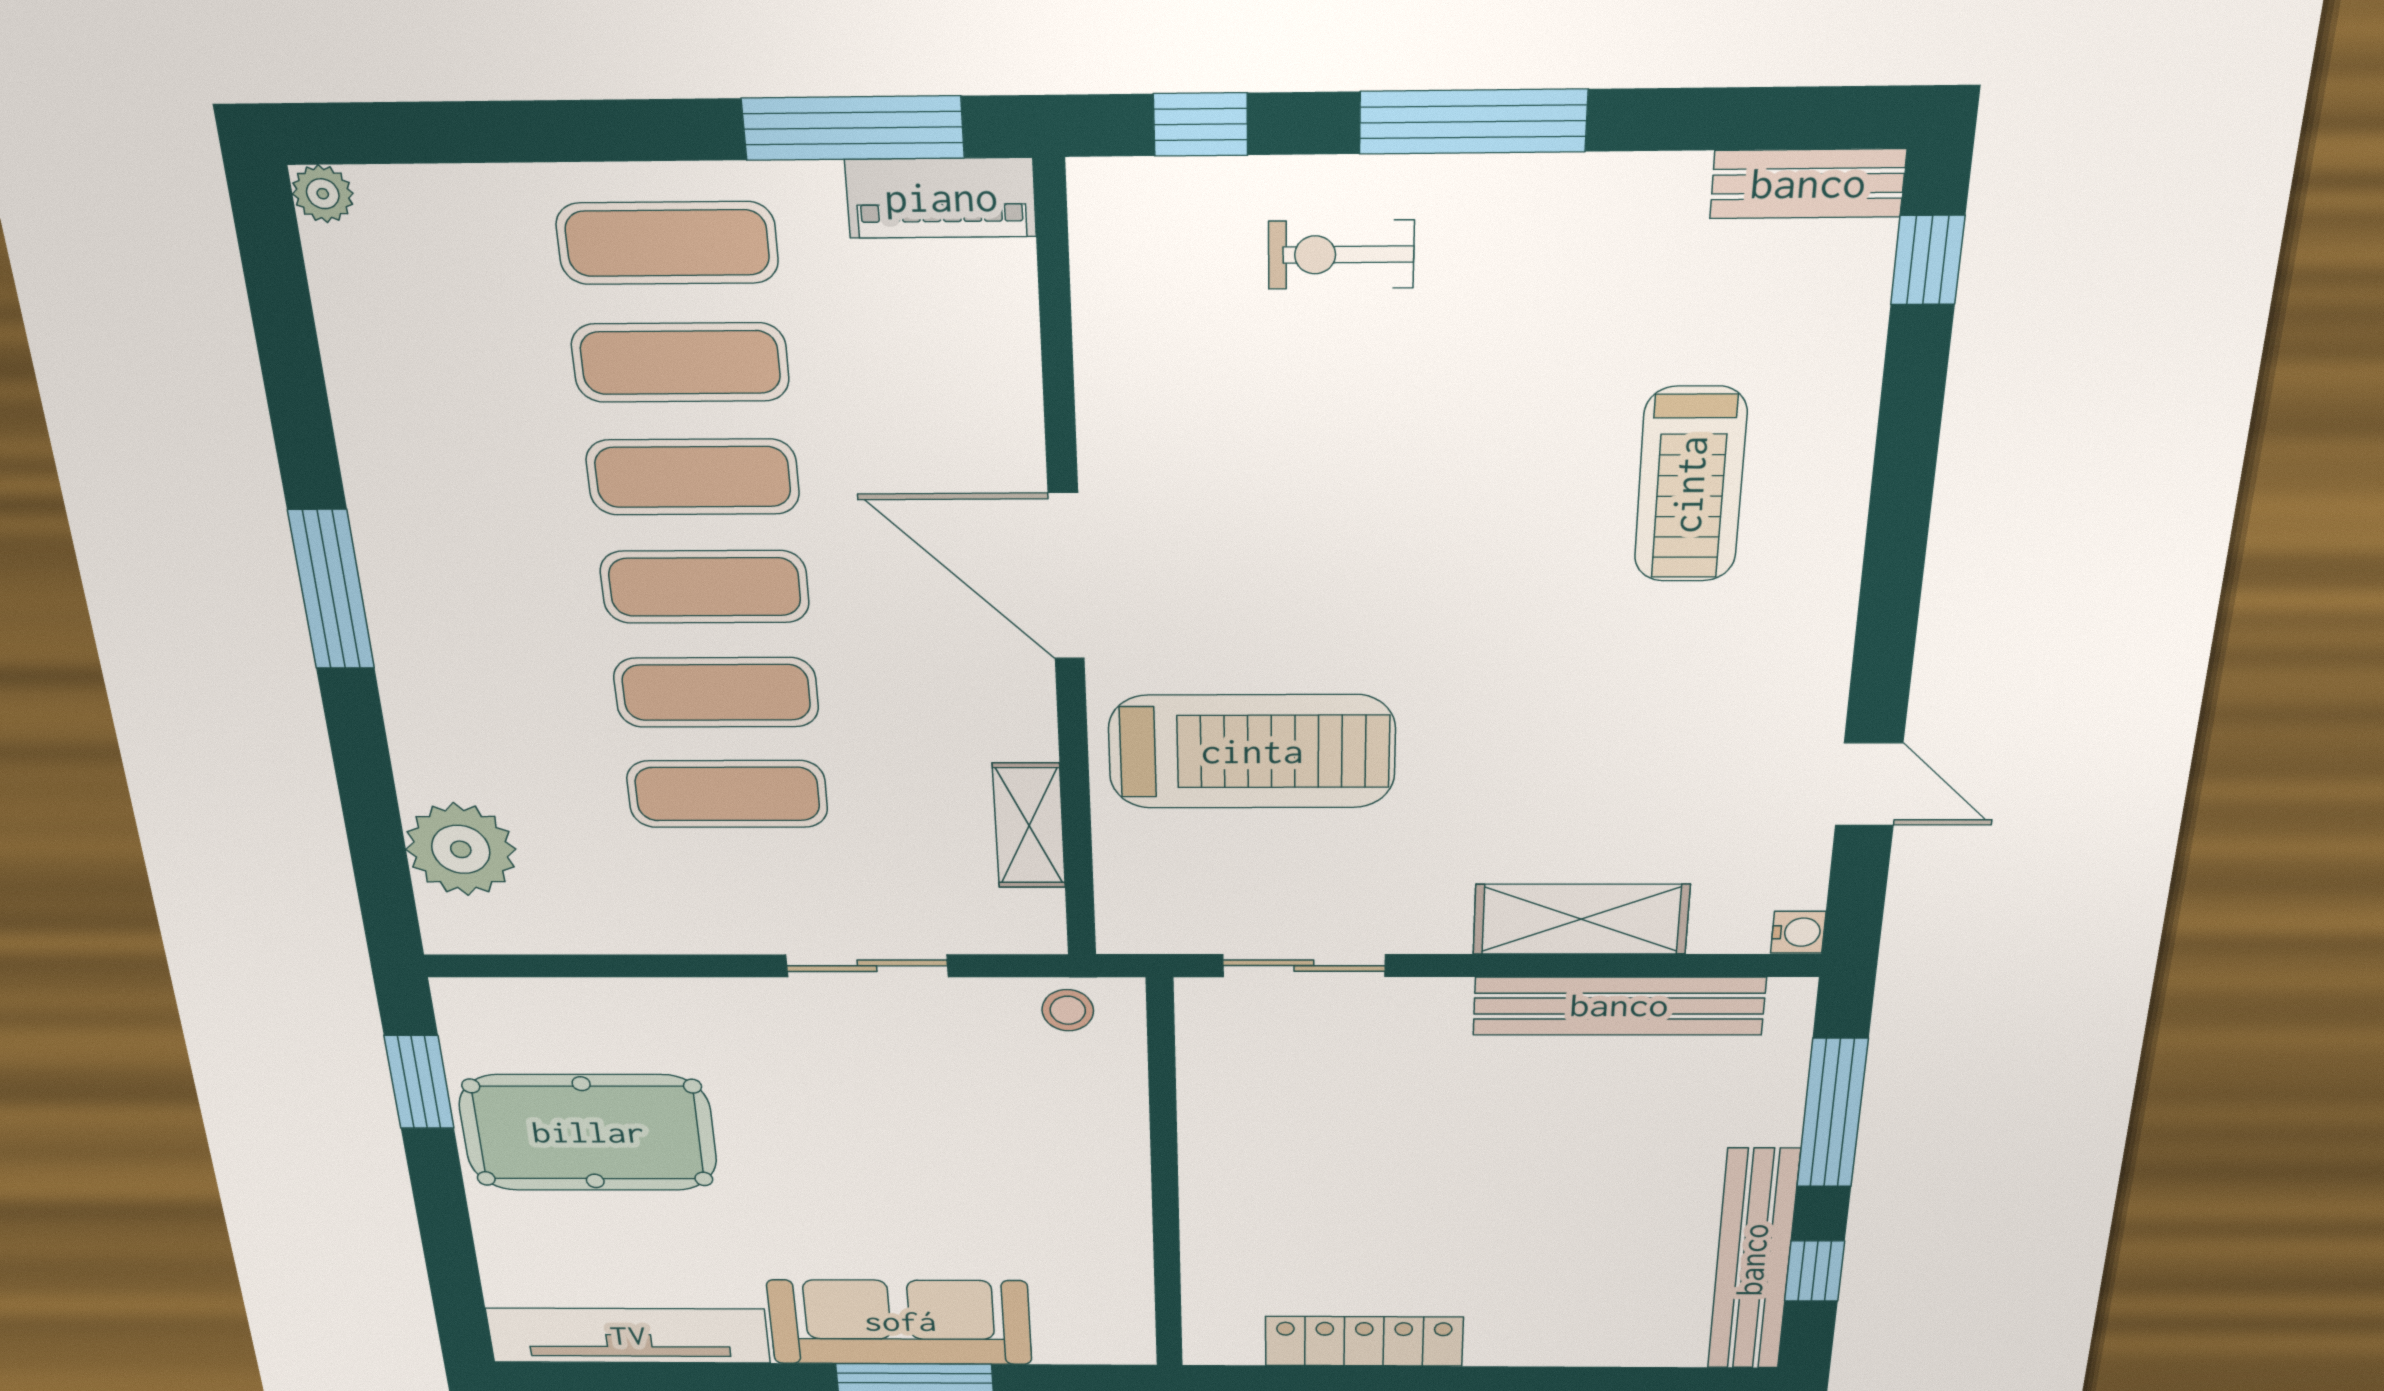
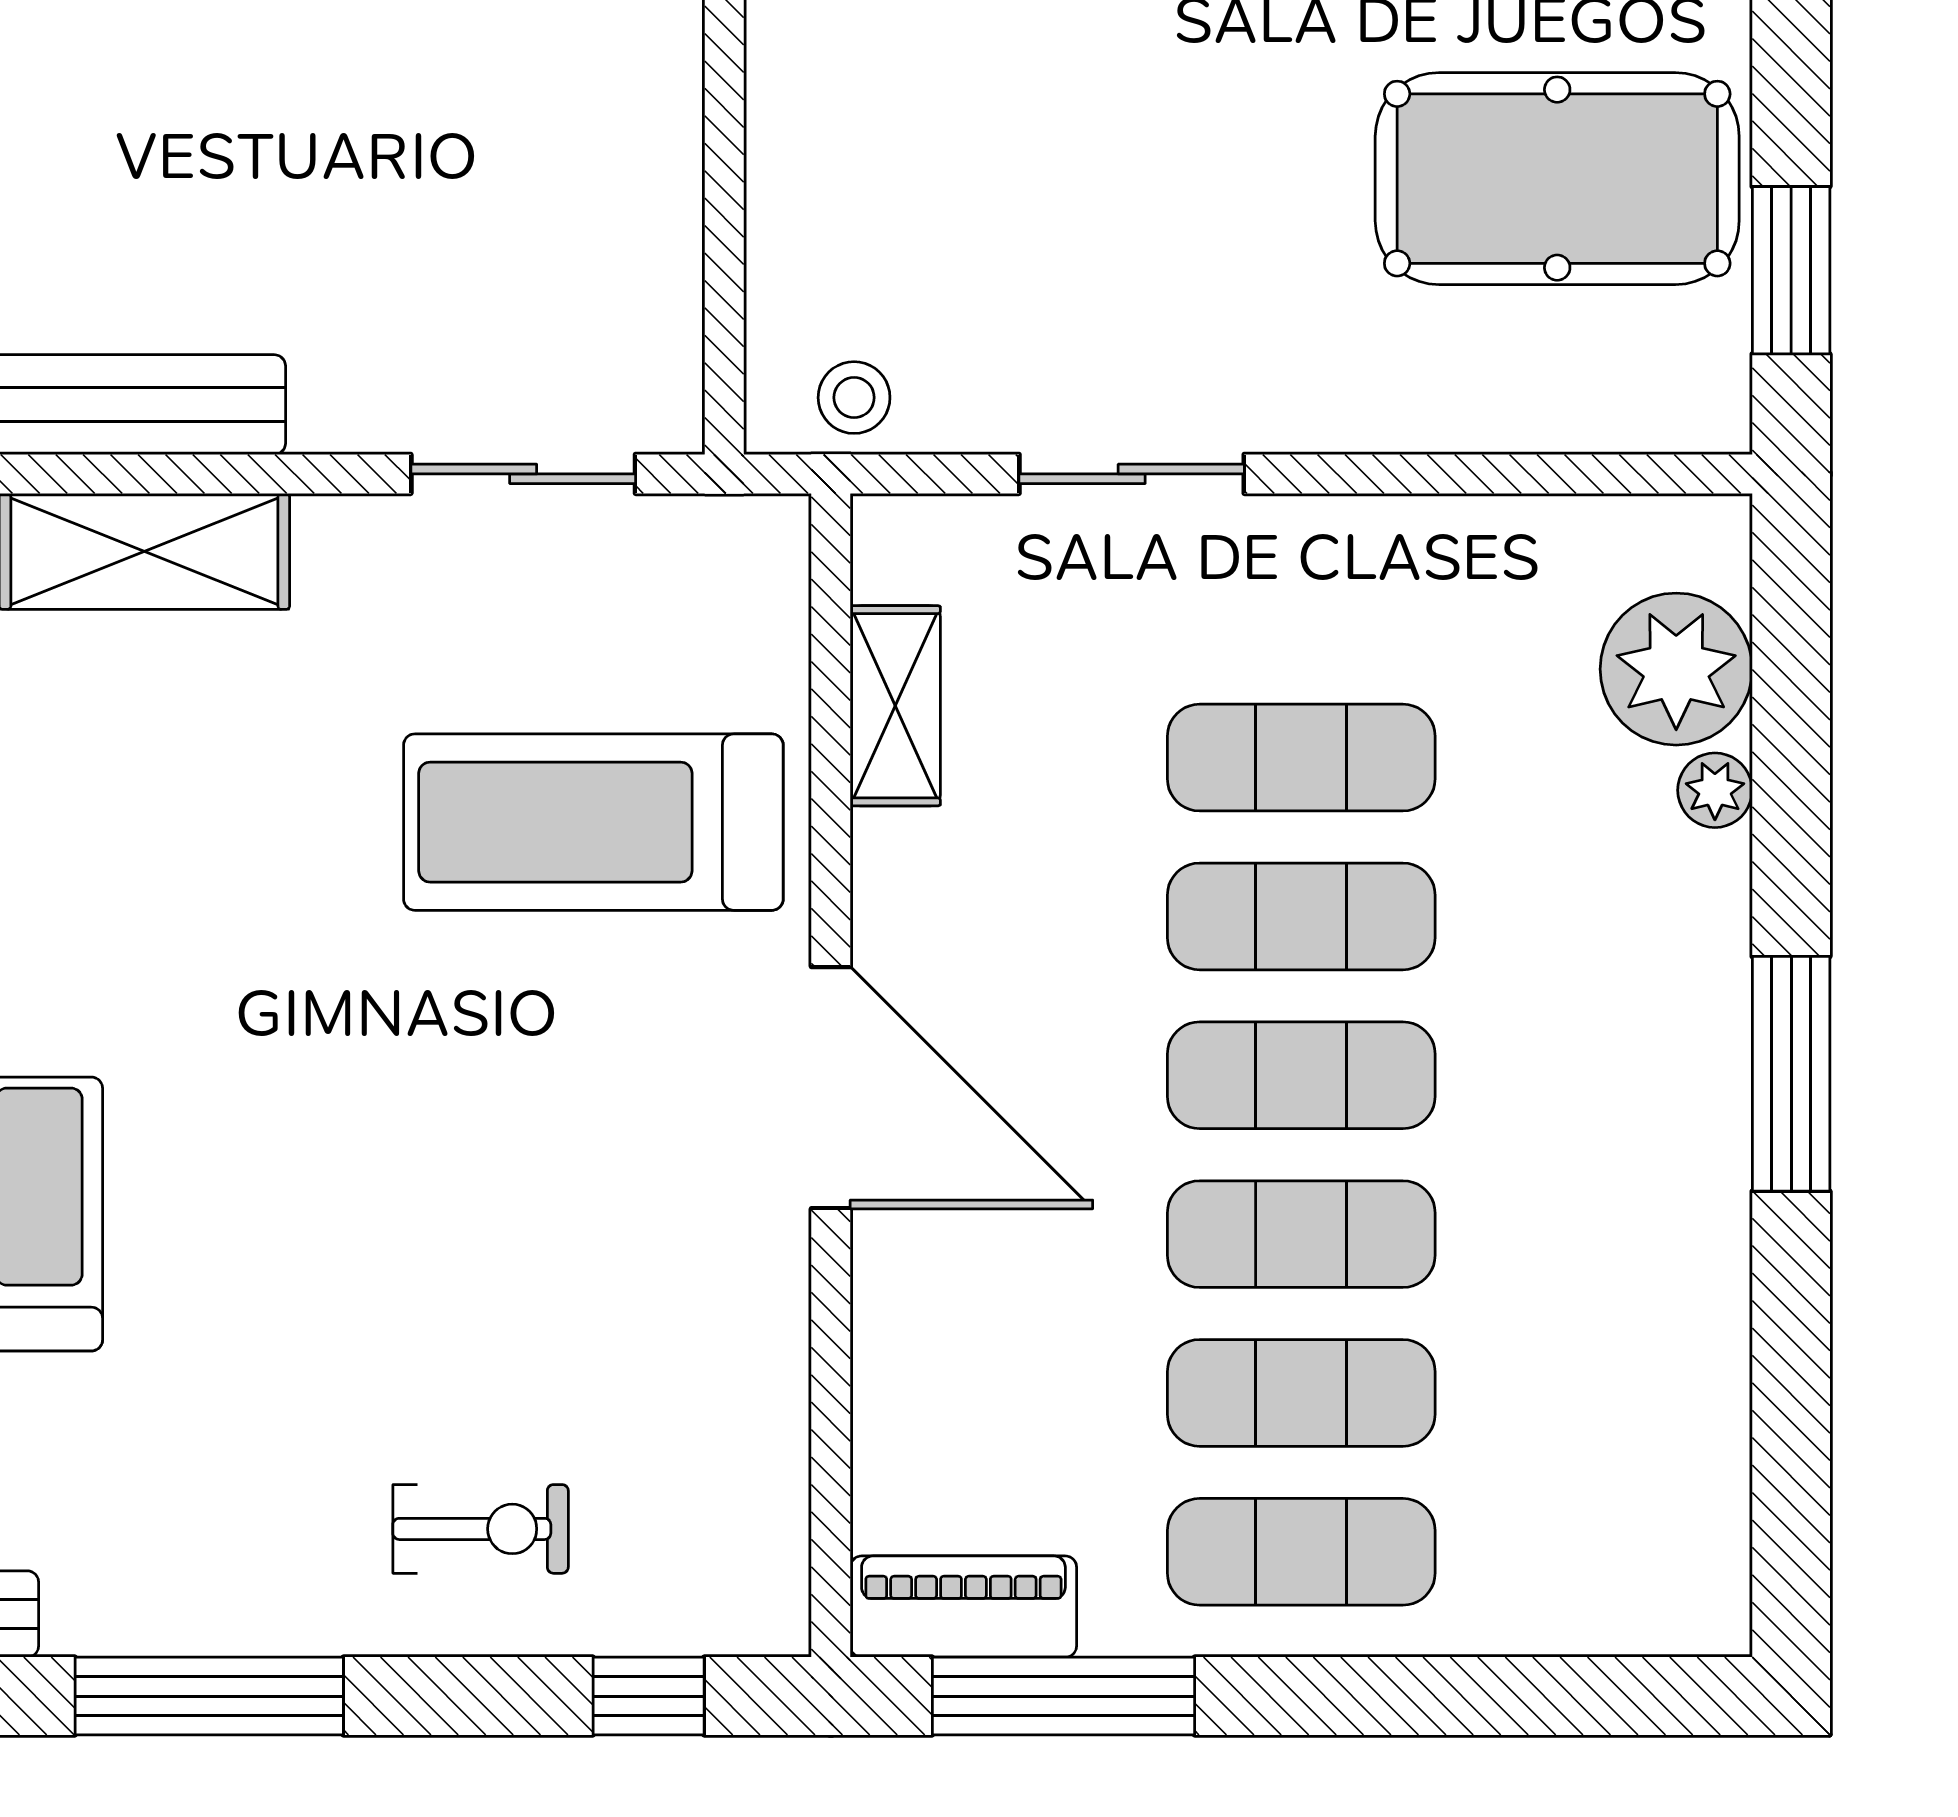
window: (1473, 122) -> (209, 1696), moved
plant: (323, 194) -> (1715, 790), moved

